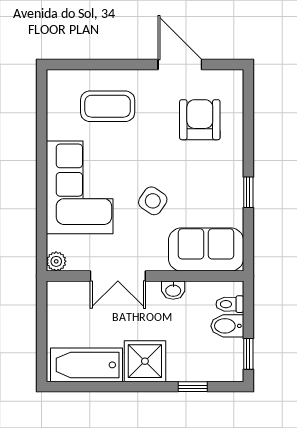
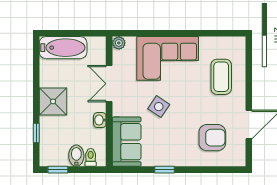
bathtub: (86, 365) -> (63, 48), moved, turned 90

